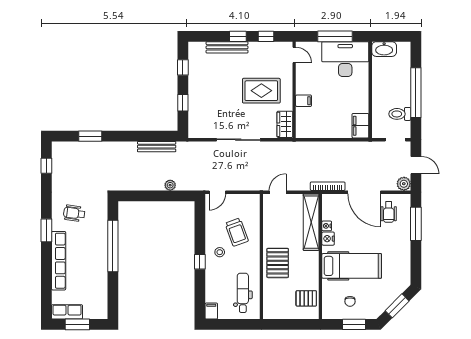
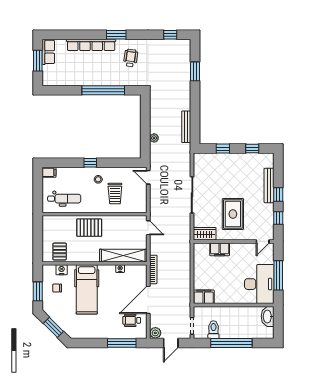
filing cabinet: (304, 101) -> (220, 249), width x2.00
trolley: (237, 232) -> (115, 194), turned -70
nightstand: (328, 239) -> (62, 270), moved

